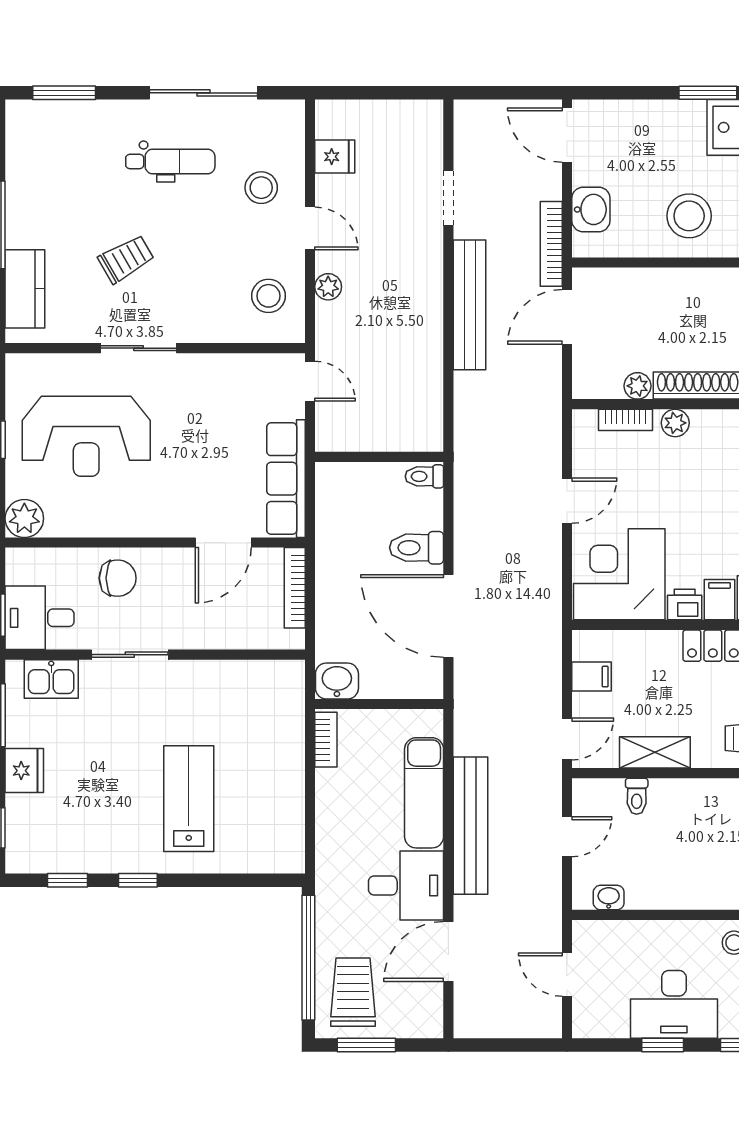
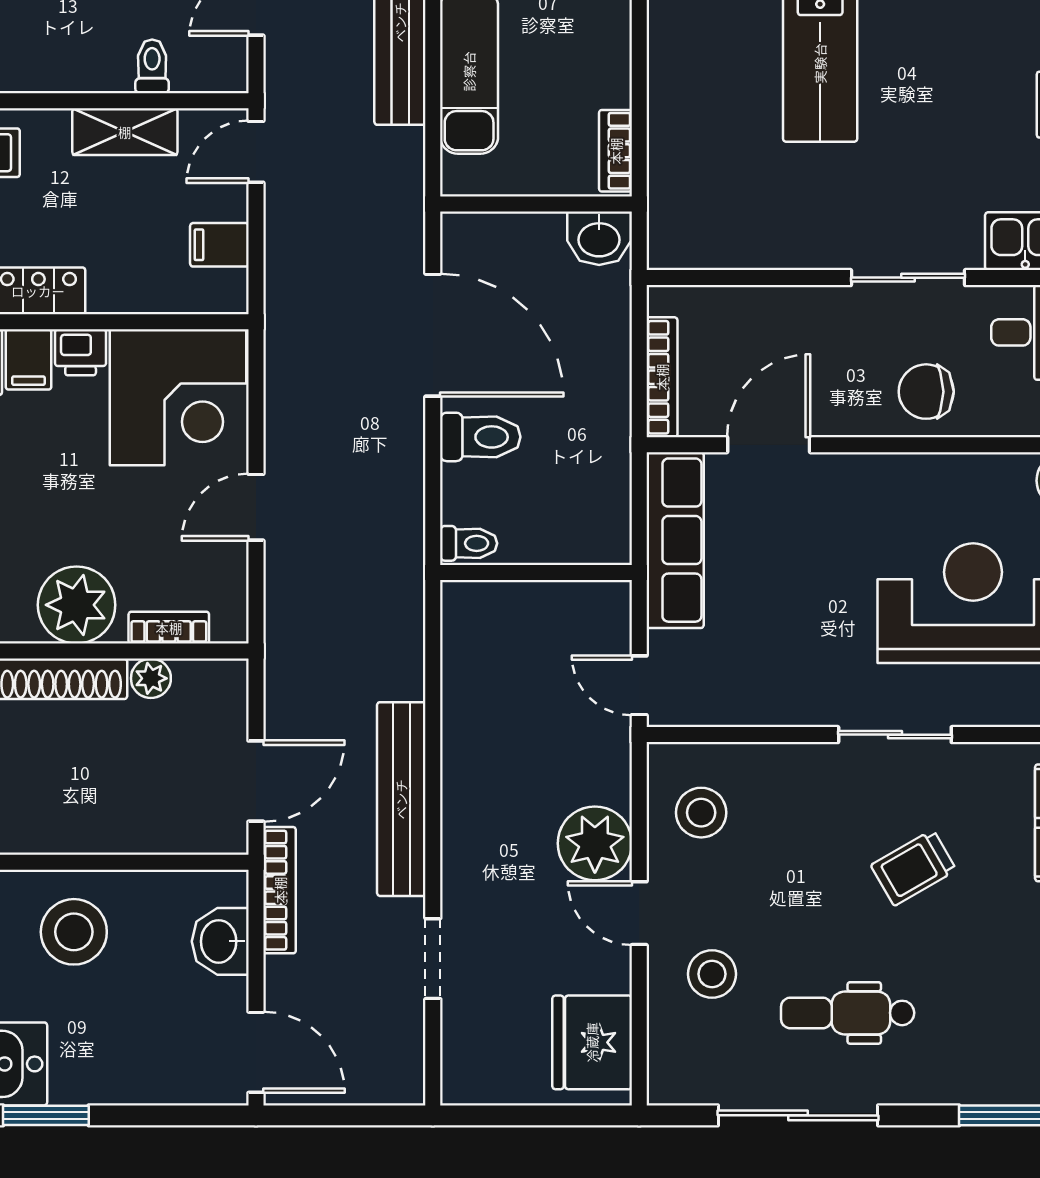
fridge: (335, 157) -> (592, 1042), width x1.88, depth x1.34
plant: (328, 287) -> (595, 843), width x1.87, depth x1.87
plant: (675, 423) -> (77, 605), width x1.87, depth x1.87

